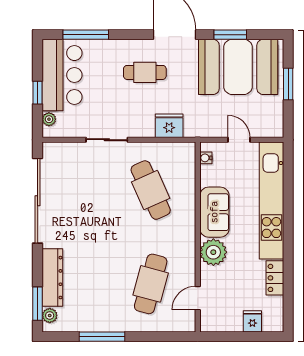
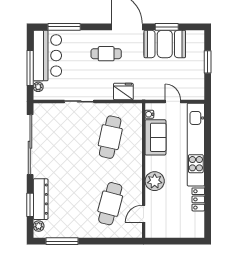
booth: (238, 67) -> (165, 44), width x0.73, depth x0.70
window: (38, 93) -> (30, 68), width x2.17
cafe table: (151, 190) -> (110, 137), turned 36
sofa: (214, 212) -> (155, 137), moved
window: (38, 304) -> (30, 205), moved
fridge: (252, 321) -> (182, 230), removed
window: (102, 337) -> (62, 241), moved

